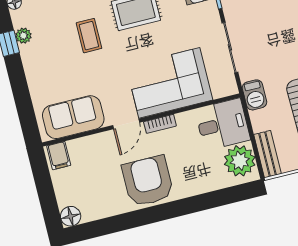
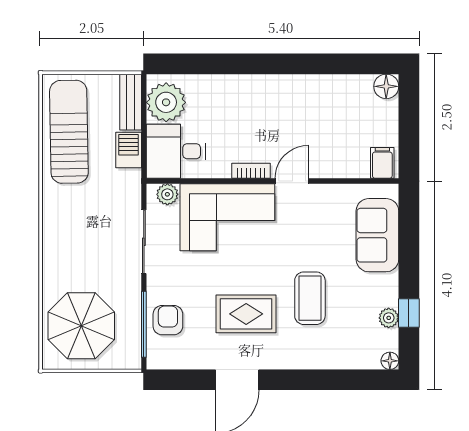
coffee table: (89, 36) -> (310, 298), width x1.36, depth x1.30
plant: (221, 89) -> (167, 194), added
barbecue: (254, 95) -> (129, 150), moved
sofa: (73, 117) -> (377, 235), moved, turned 90
armchair: (148, 181) -> (283, 106), removed

